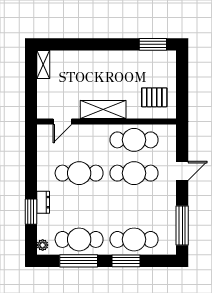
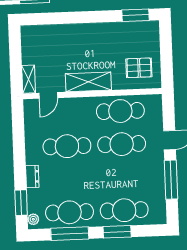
shelving: (43, 64) -> (29, 79), moved
window: (31, 212) -> (21, 203), moved
window: (182, 225) -> (171, 180), moved

